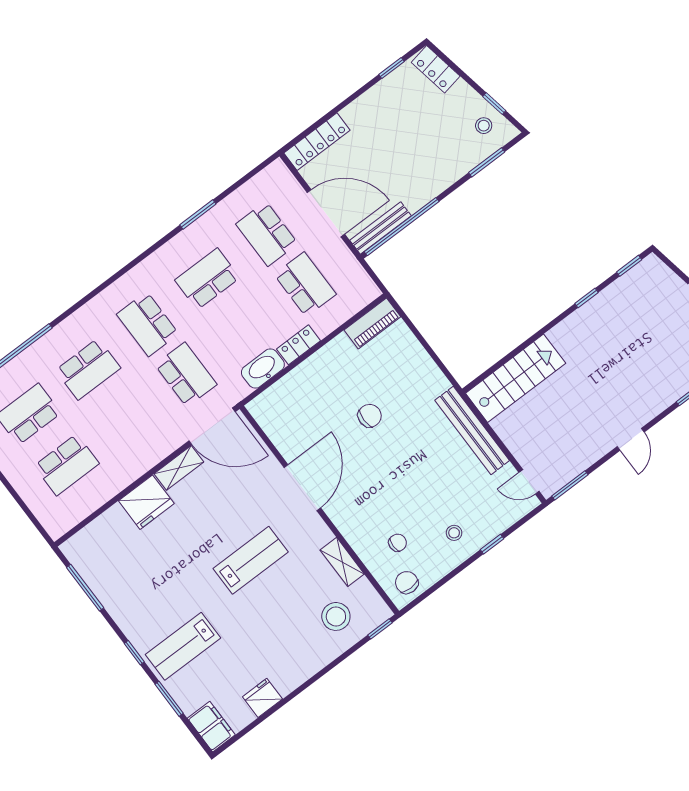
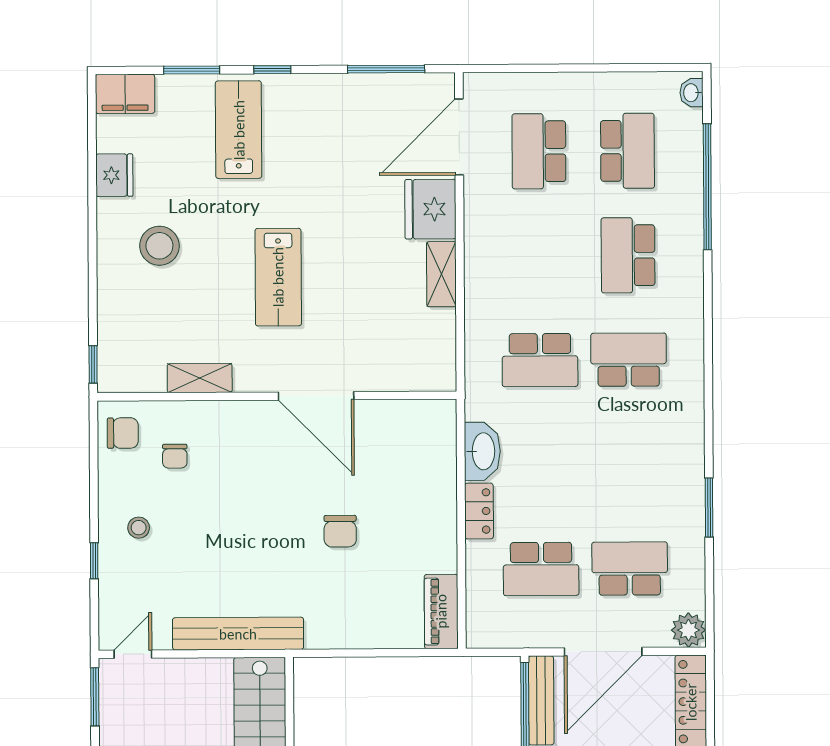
plant: (277, 174) -> (688, 630), added
school desk: (207, 279) -> (629, 464), removed
door: (212, 426) -> (459, 137), moved
stool: (336, 616) -> (159, 246), moved

